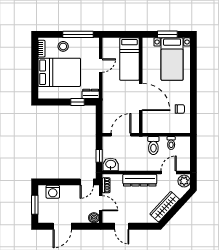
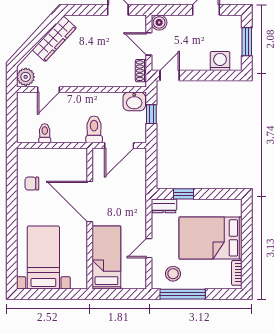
window: (167, 34) -> (50, 294), removed
stool: (63, 46) -> (173, 274), moved
toilet: (153, 146) -> (94, 129), moved
dresser: (140, 180) -> (91, 78), removed

